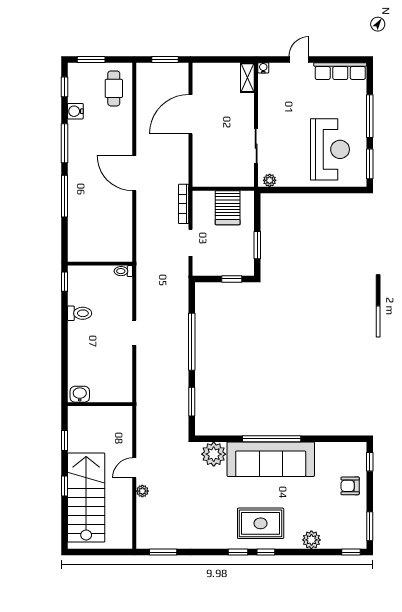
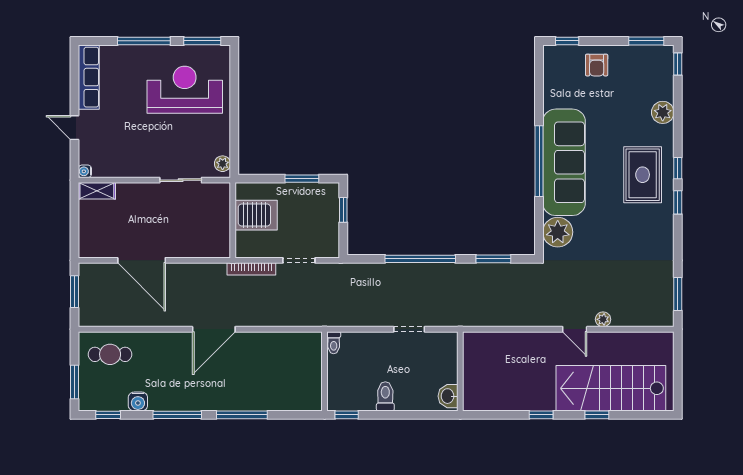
washbasin: (80, 394) -> (448, 396), moved
wall: (100, 404) -> (460, 371), moved

